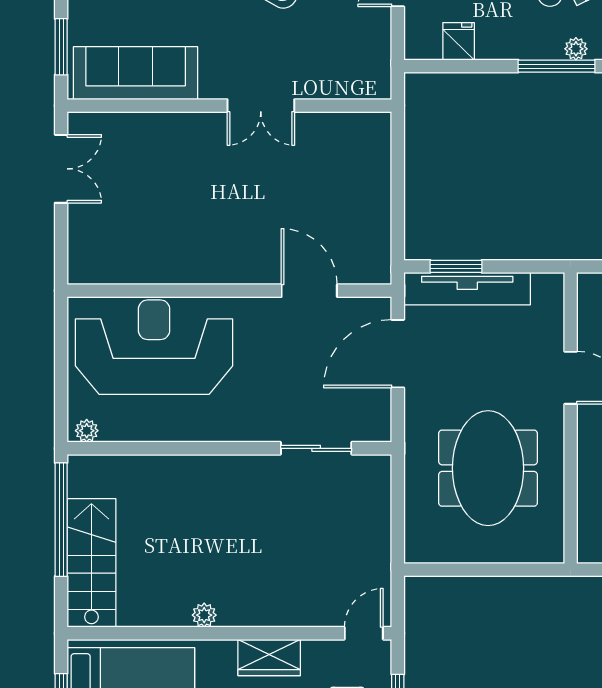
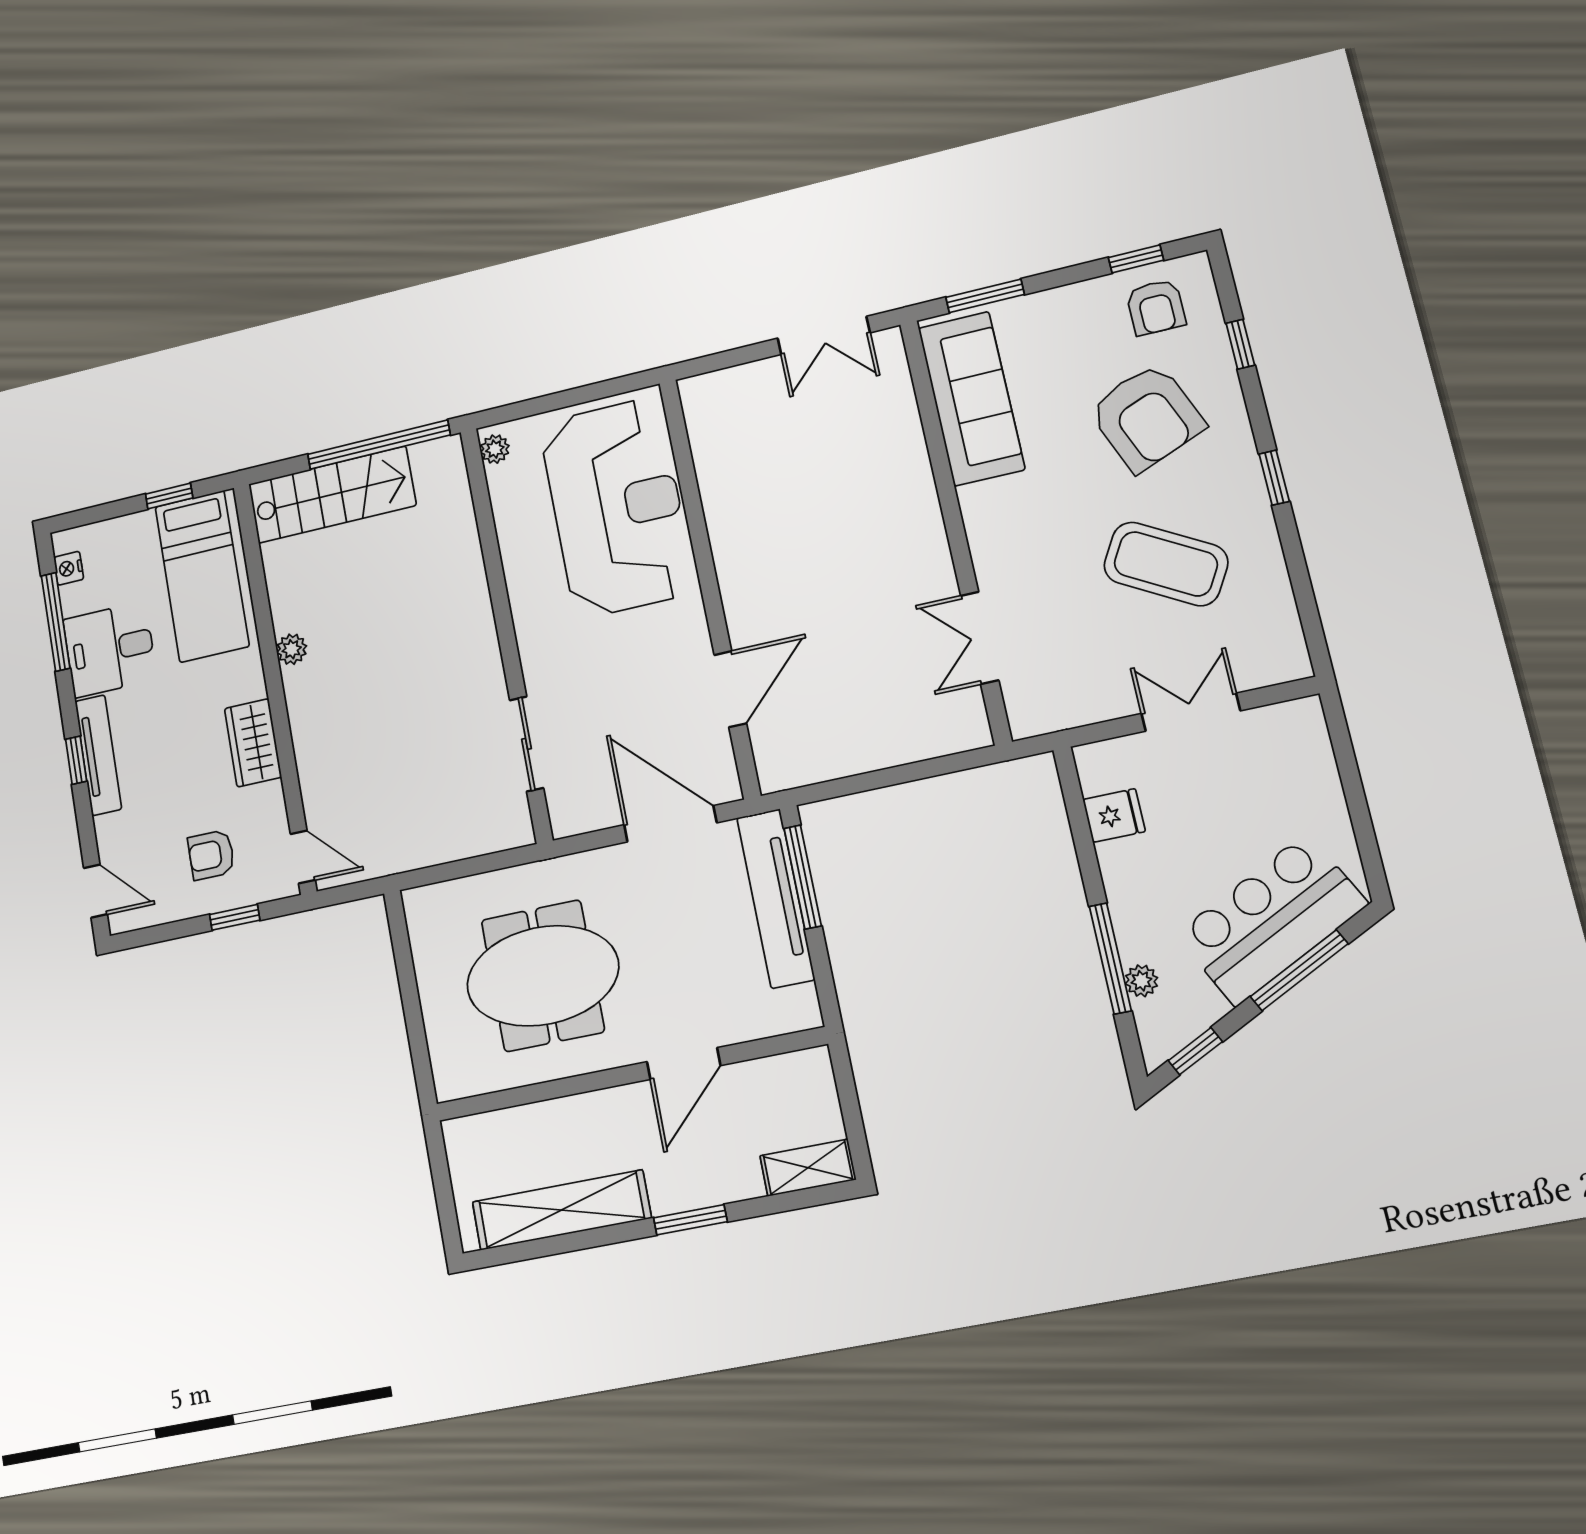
double door: (261, 106) -> (980, 638), moved
window: (456, 266) -> (803, 877), width x1.44

